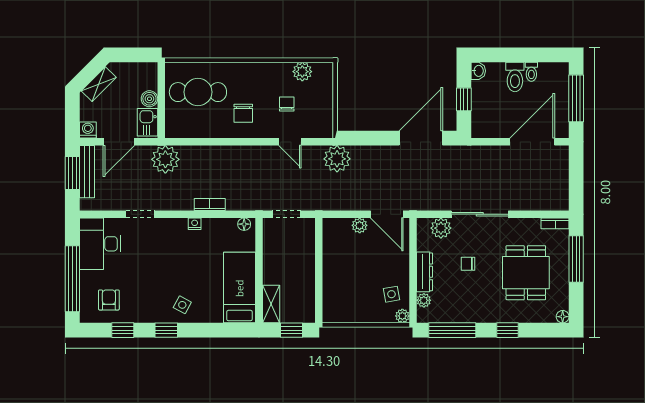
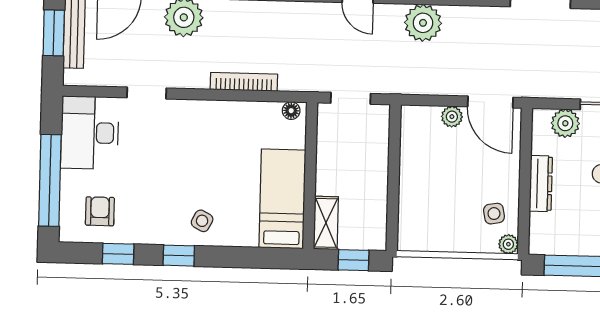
bookcase: (210, 204) -> (244, 82), width x1.56
nightstand: (195, 224) -> (222, 108), removed
plant: (424, 300) -> (539, 223), removed

